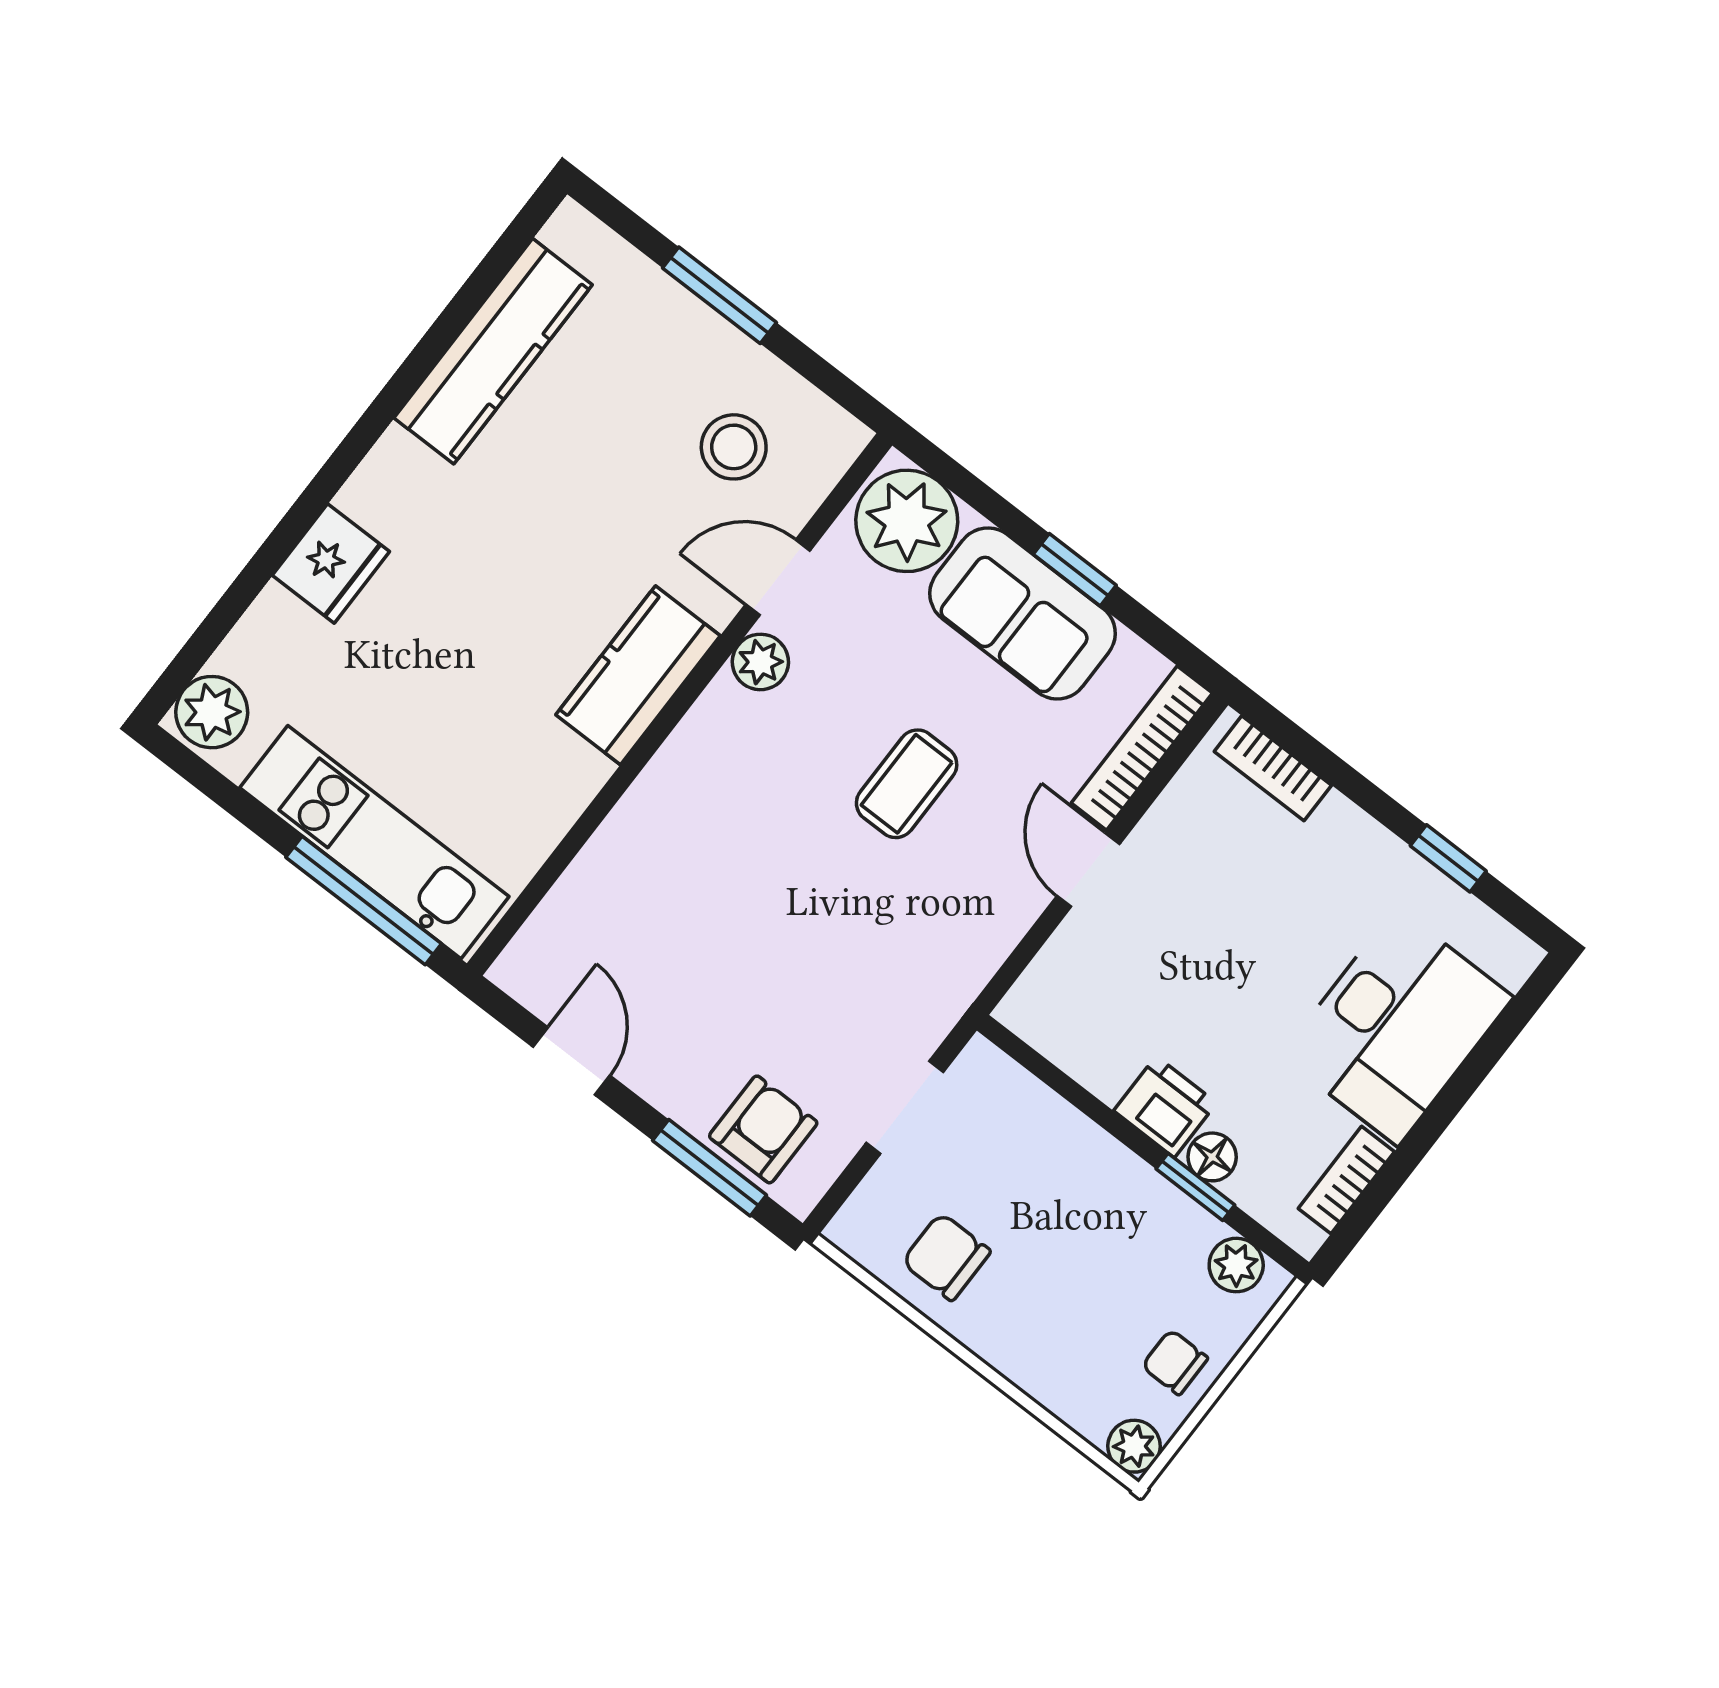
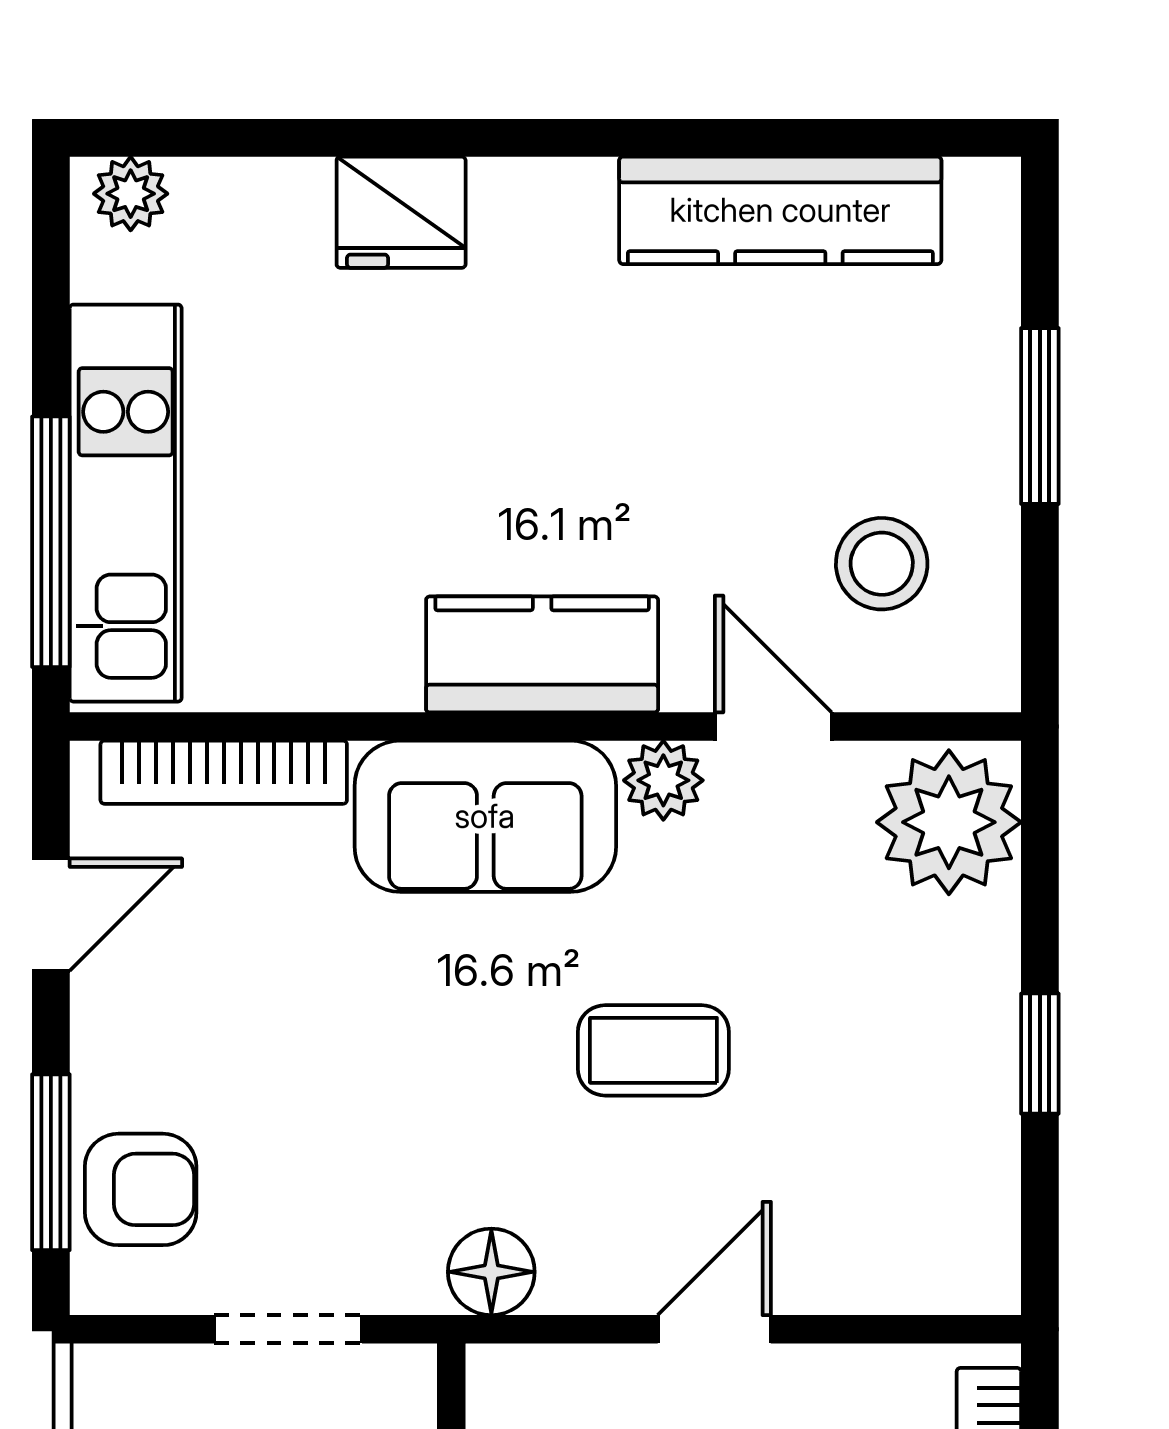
sofa: (1023, 613) -> (485, 816), moved, turned -90
plant: (212, 712) -> (131, 194), width x0.73, depth x0.73
bookcase: (1142, 748) -> (224, 772), moved, turned 180
floor lamp: (960, 970) -> (491, 1272), added

